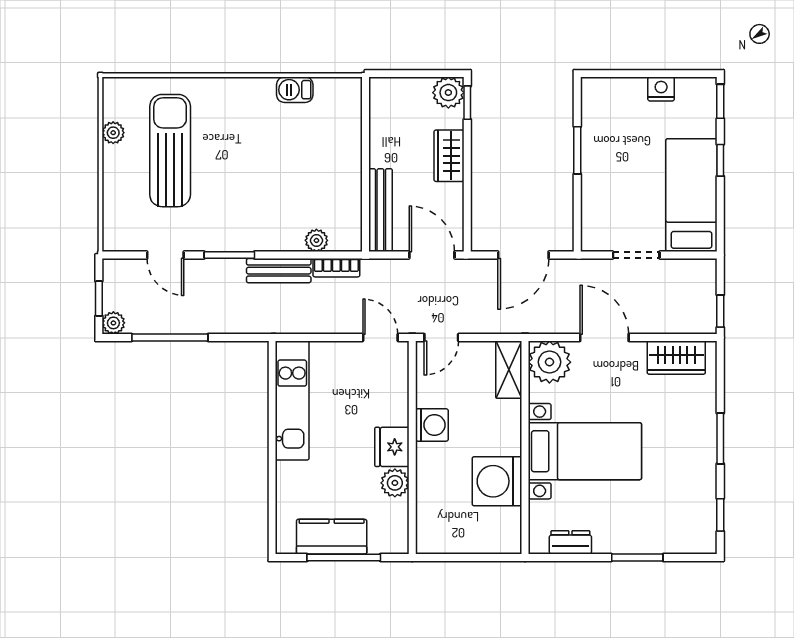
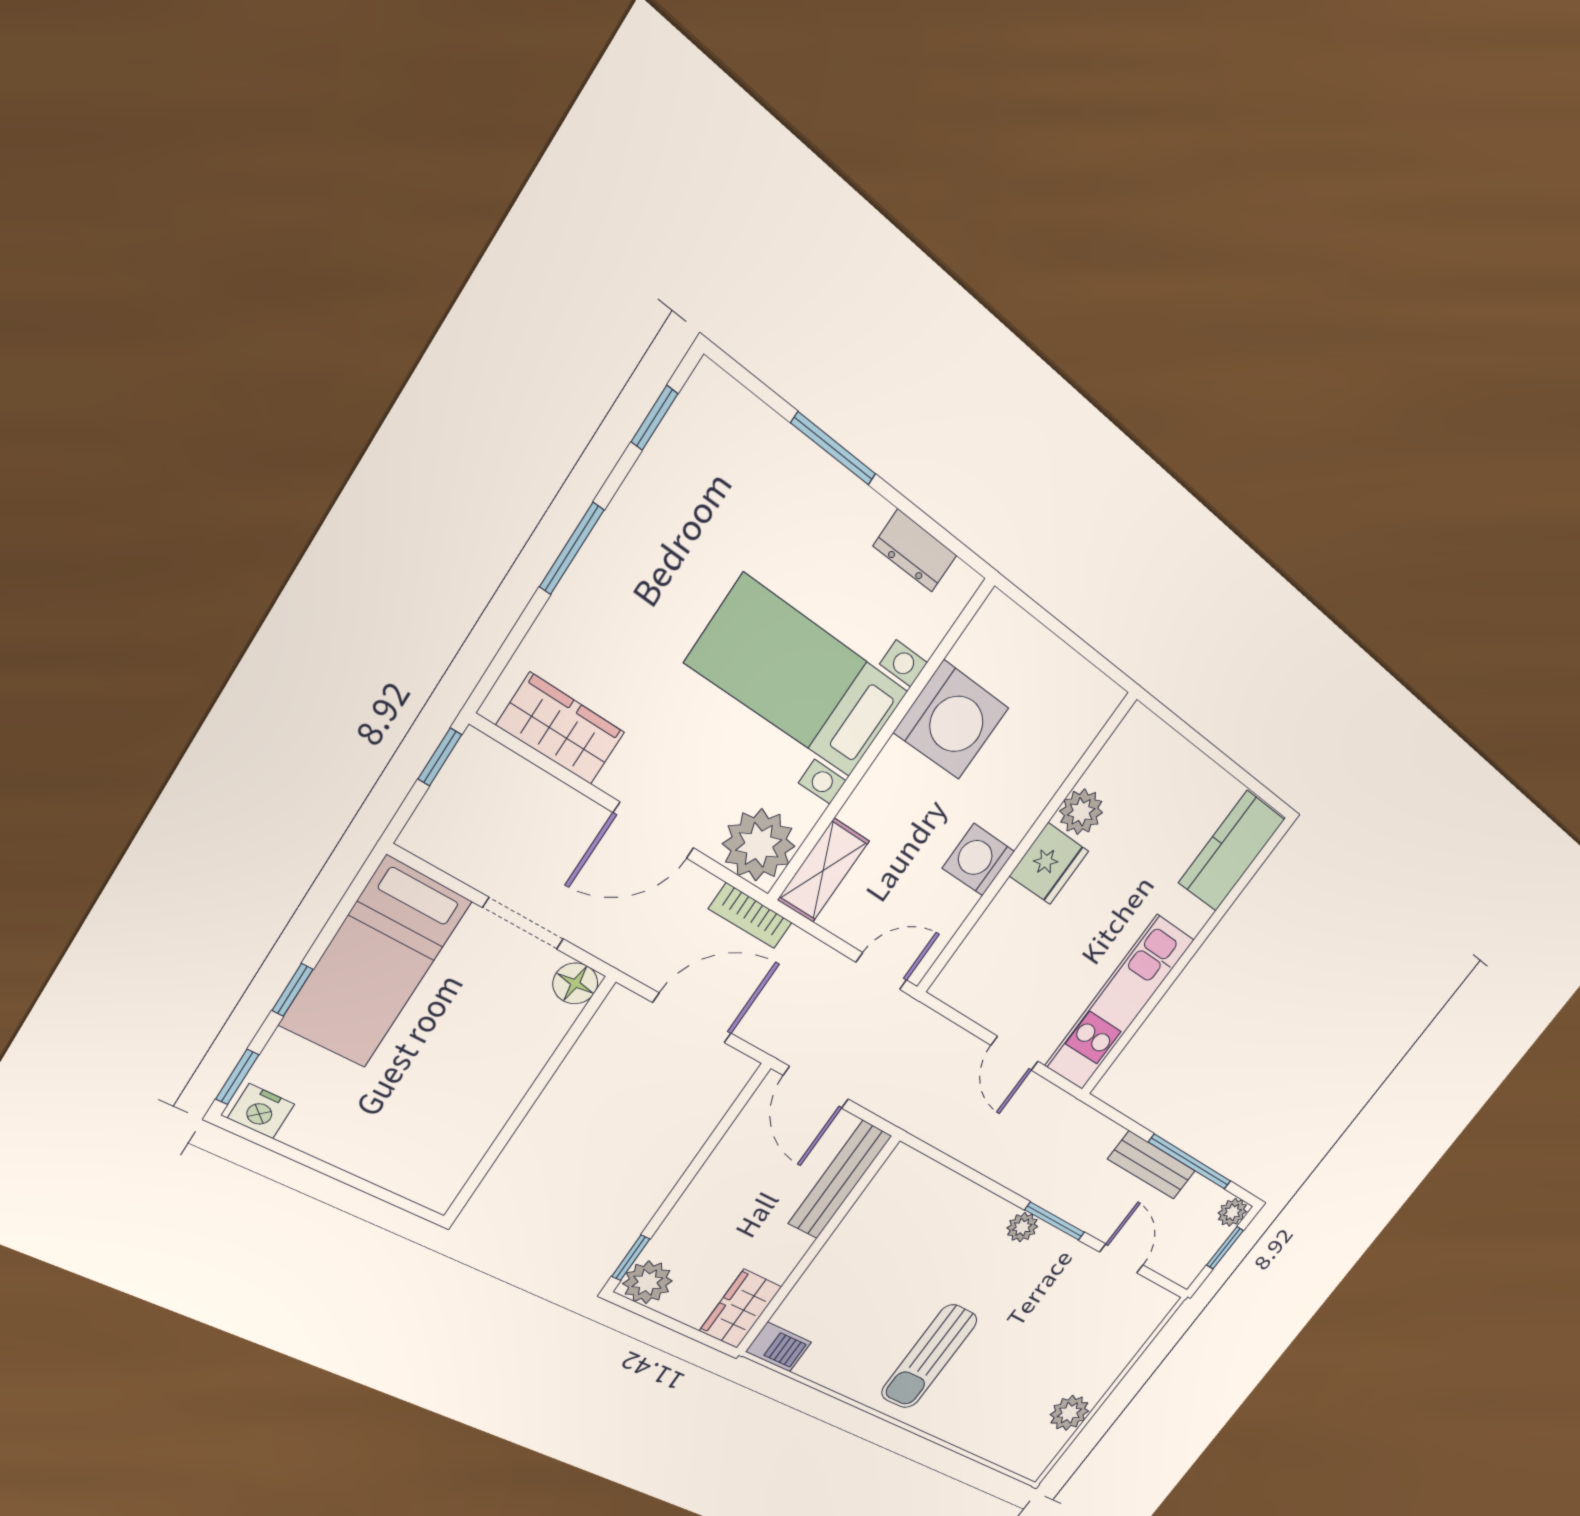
nightstand: (661, 89) -> (261, 1111), moved
barbecue: (295, 90) -> (779, 1347), moved
plant: (113, 133) -> (1069, 1413), width x1.38, depth x1.38
window: (577, 150) -> (516, 1120), removed
sun lounger: (170, 151) -> (929, 1357), moved, width x0.73, depth x0.75
wardrobe: (449, 156) -> (741, 1309), moved, turned 180
floor lamp: (593, 239) -> (575, 983), added
plant: (316, 240) -> (1022, 1227), moved
bookcase: (336, 268) -> (750, 916), moved, turned 180
bench: (279, 271) -> (1152, 1165), moved
door: (380, 338) -> (1014, 1053), moved
door: (604, 338) -> (654, 830), hinge flipped
kitchen counter: (332, 537) -> (1231, 851), moved, turned 90
window: (344, 557) -> (1215, 754), removed

